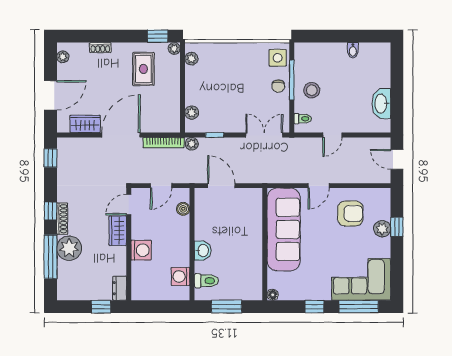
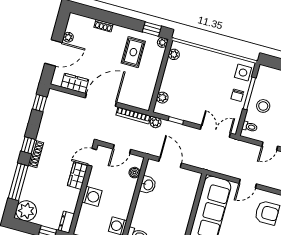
plant: (63, 57) -> (68, 37), moved
plant: (69, 248) -> (26, 211), moved
washbasin: (203, 251) -> (148, 185), moved

